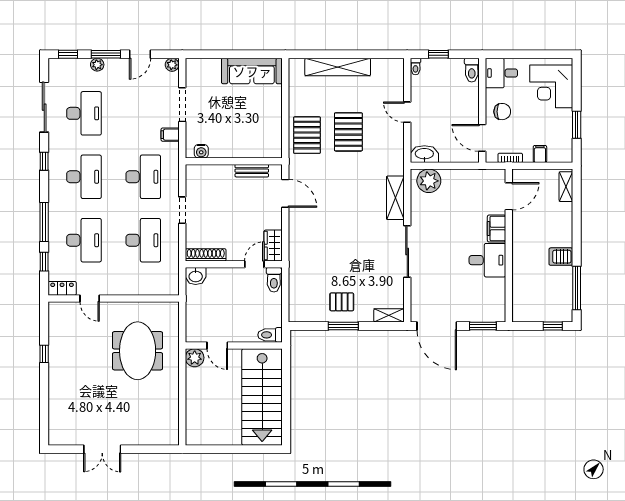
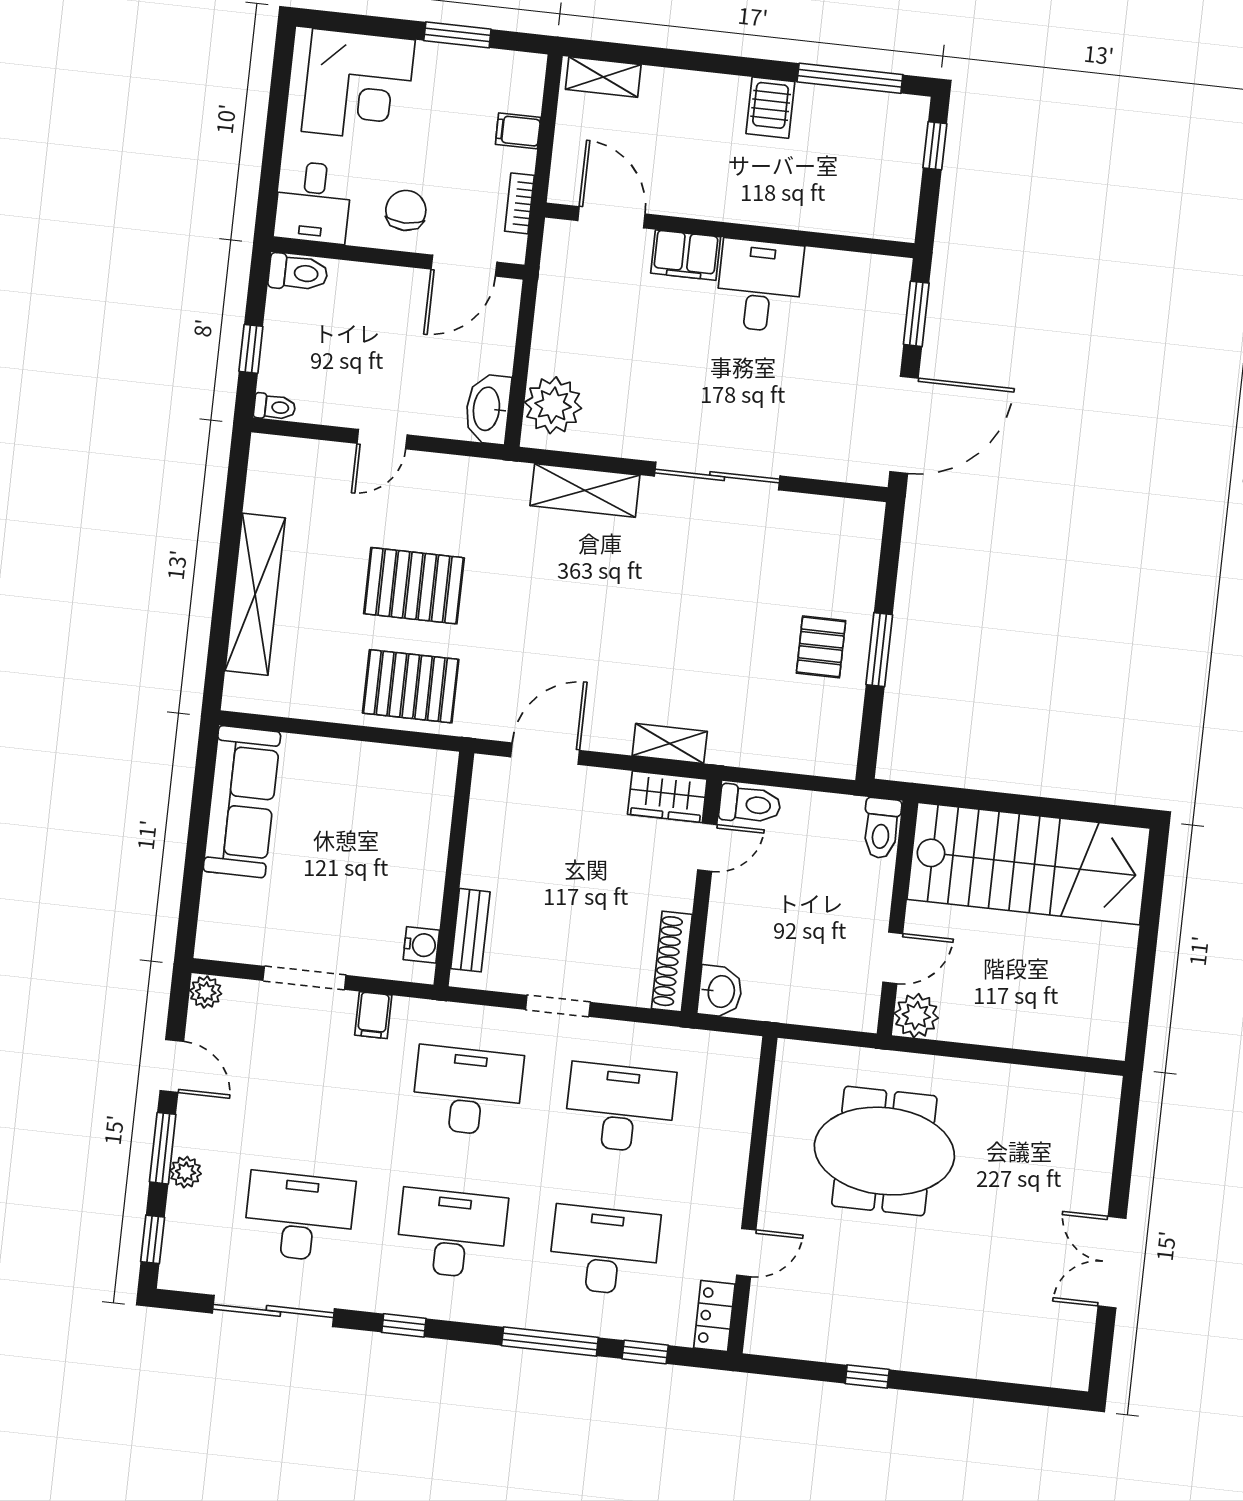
bench: (252, 171) -> (470, 930), moved
door: (254, 264) -> (707, 847), swing flipped
shelving: (389, 315) -> (670, 743), moved, turned 90
double door: (102, 449) -> (1112, 1262), swing flipped

